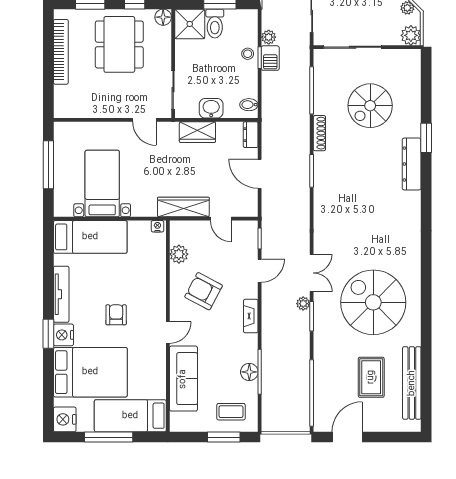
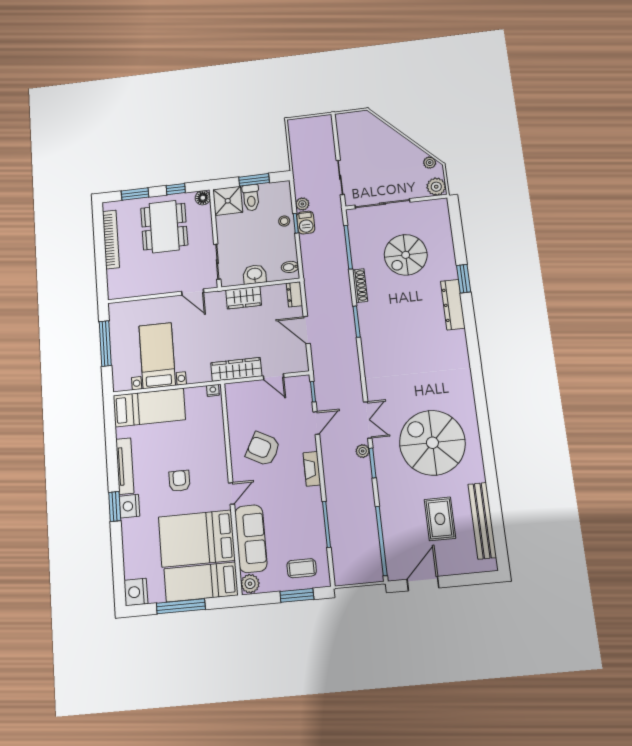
plant: (179, 254) -> (250, 584), moved
bed: (90, 372) -> (197, 539), moved, turned 180
floor lamp: (249, 372) -> (316, 525), removed

